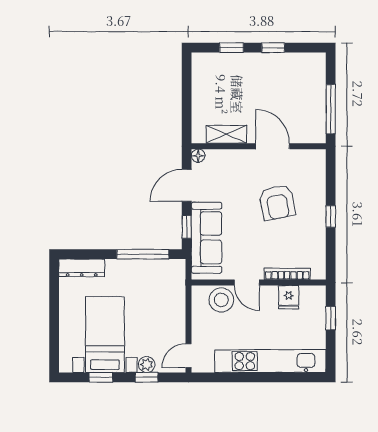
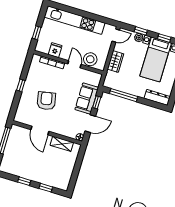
sofa: (207, 238) -> (87, 98), width x0.73
wardrobe: (175, 310) -> (116, 61), added

